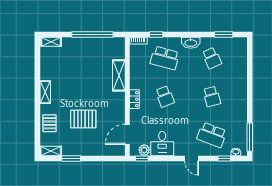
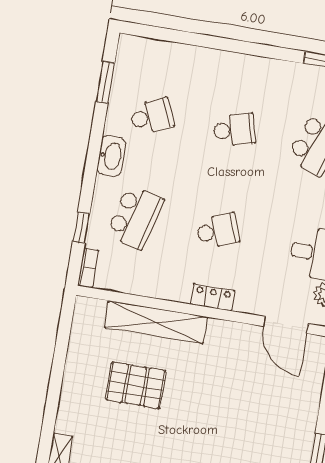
window: (92, 34) -> (58, 365), removed
shelving: (119, 75) -> (156, 322), width x1.47
pallet: (83, 119) -> (136, 385), moved, turned 90

